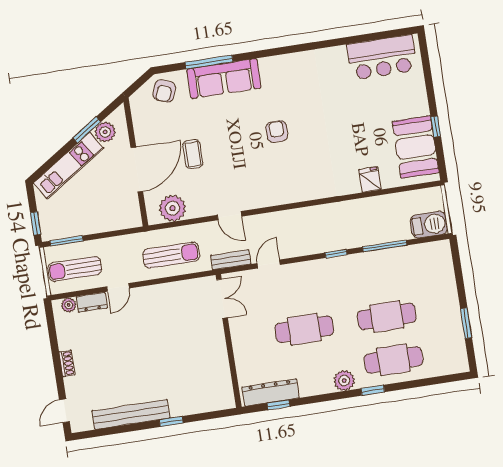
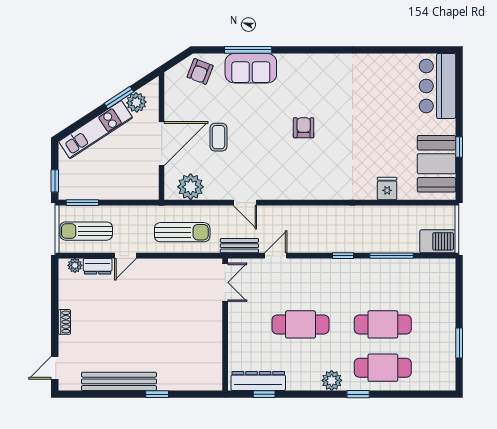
bar counter: (382, 57) -> (437, 86), moved, turned 90
sofa: (224, 79) -> (251, 68), width x0.73

